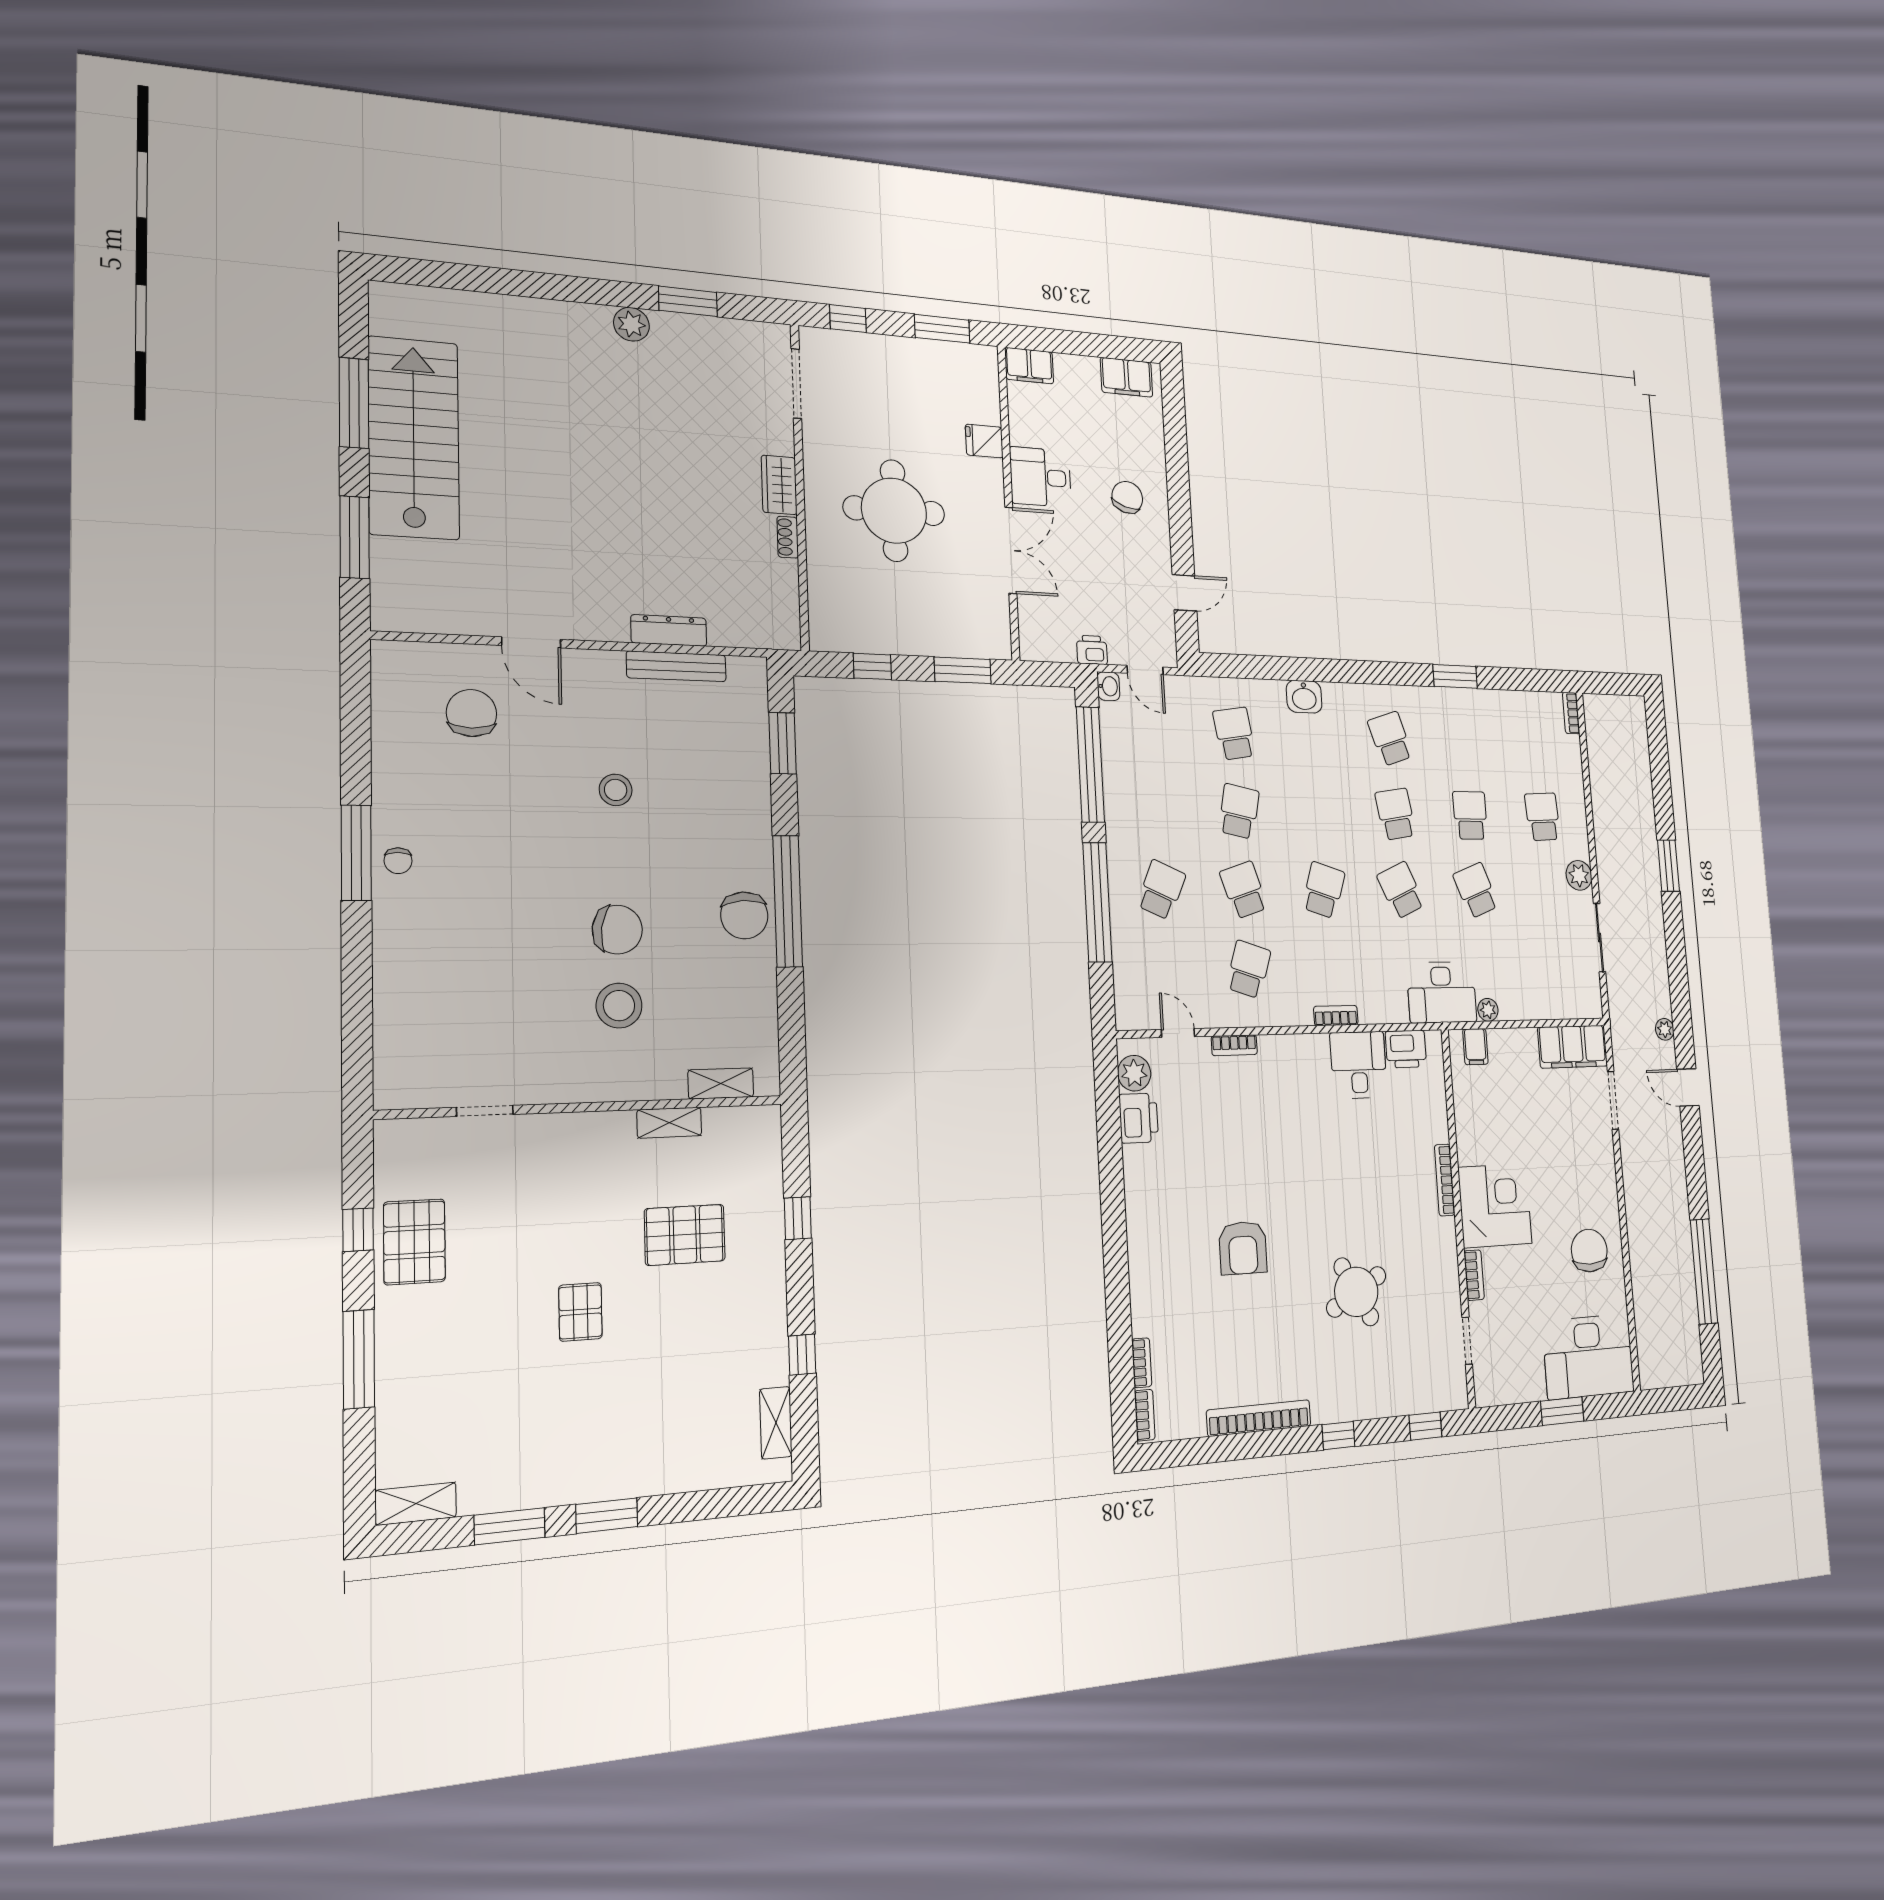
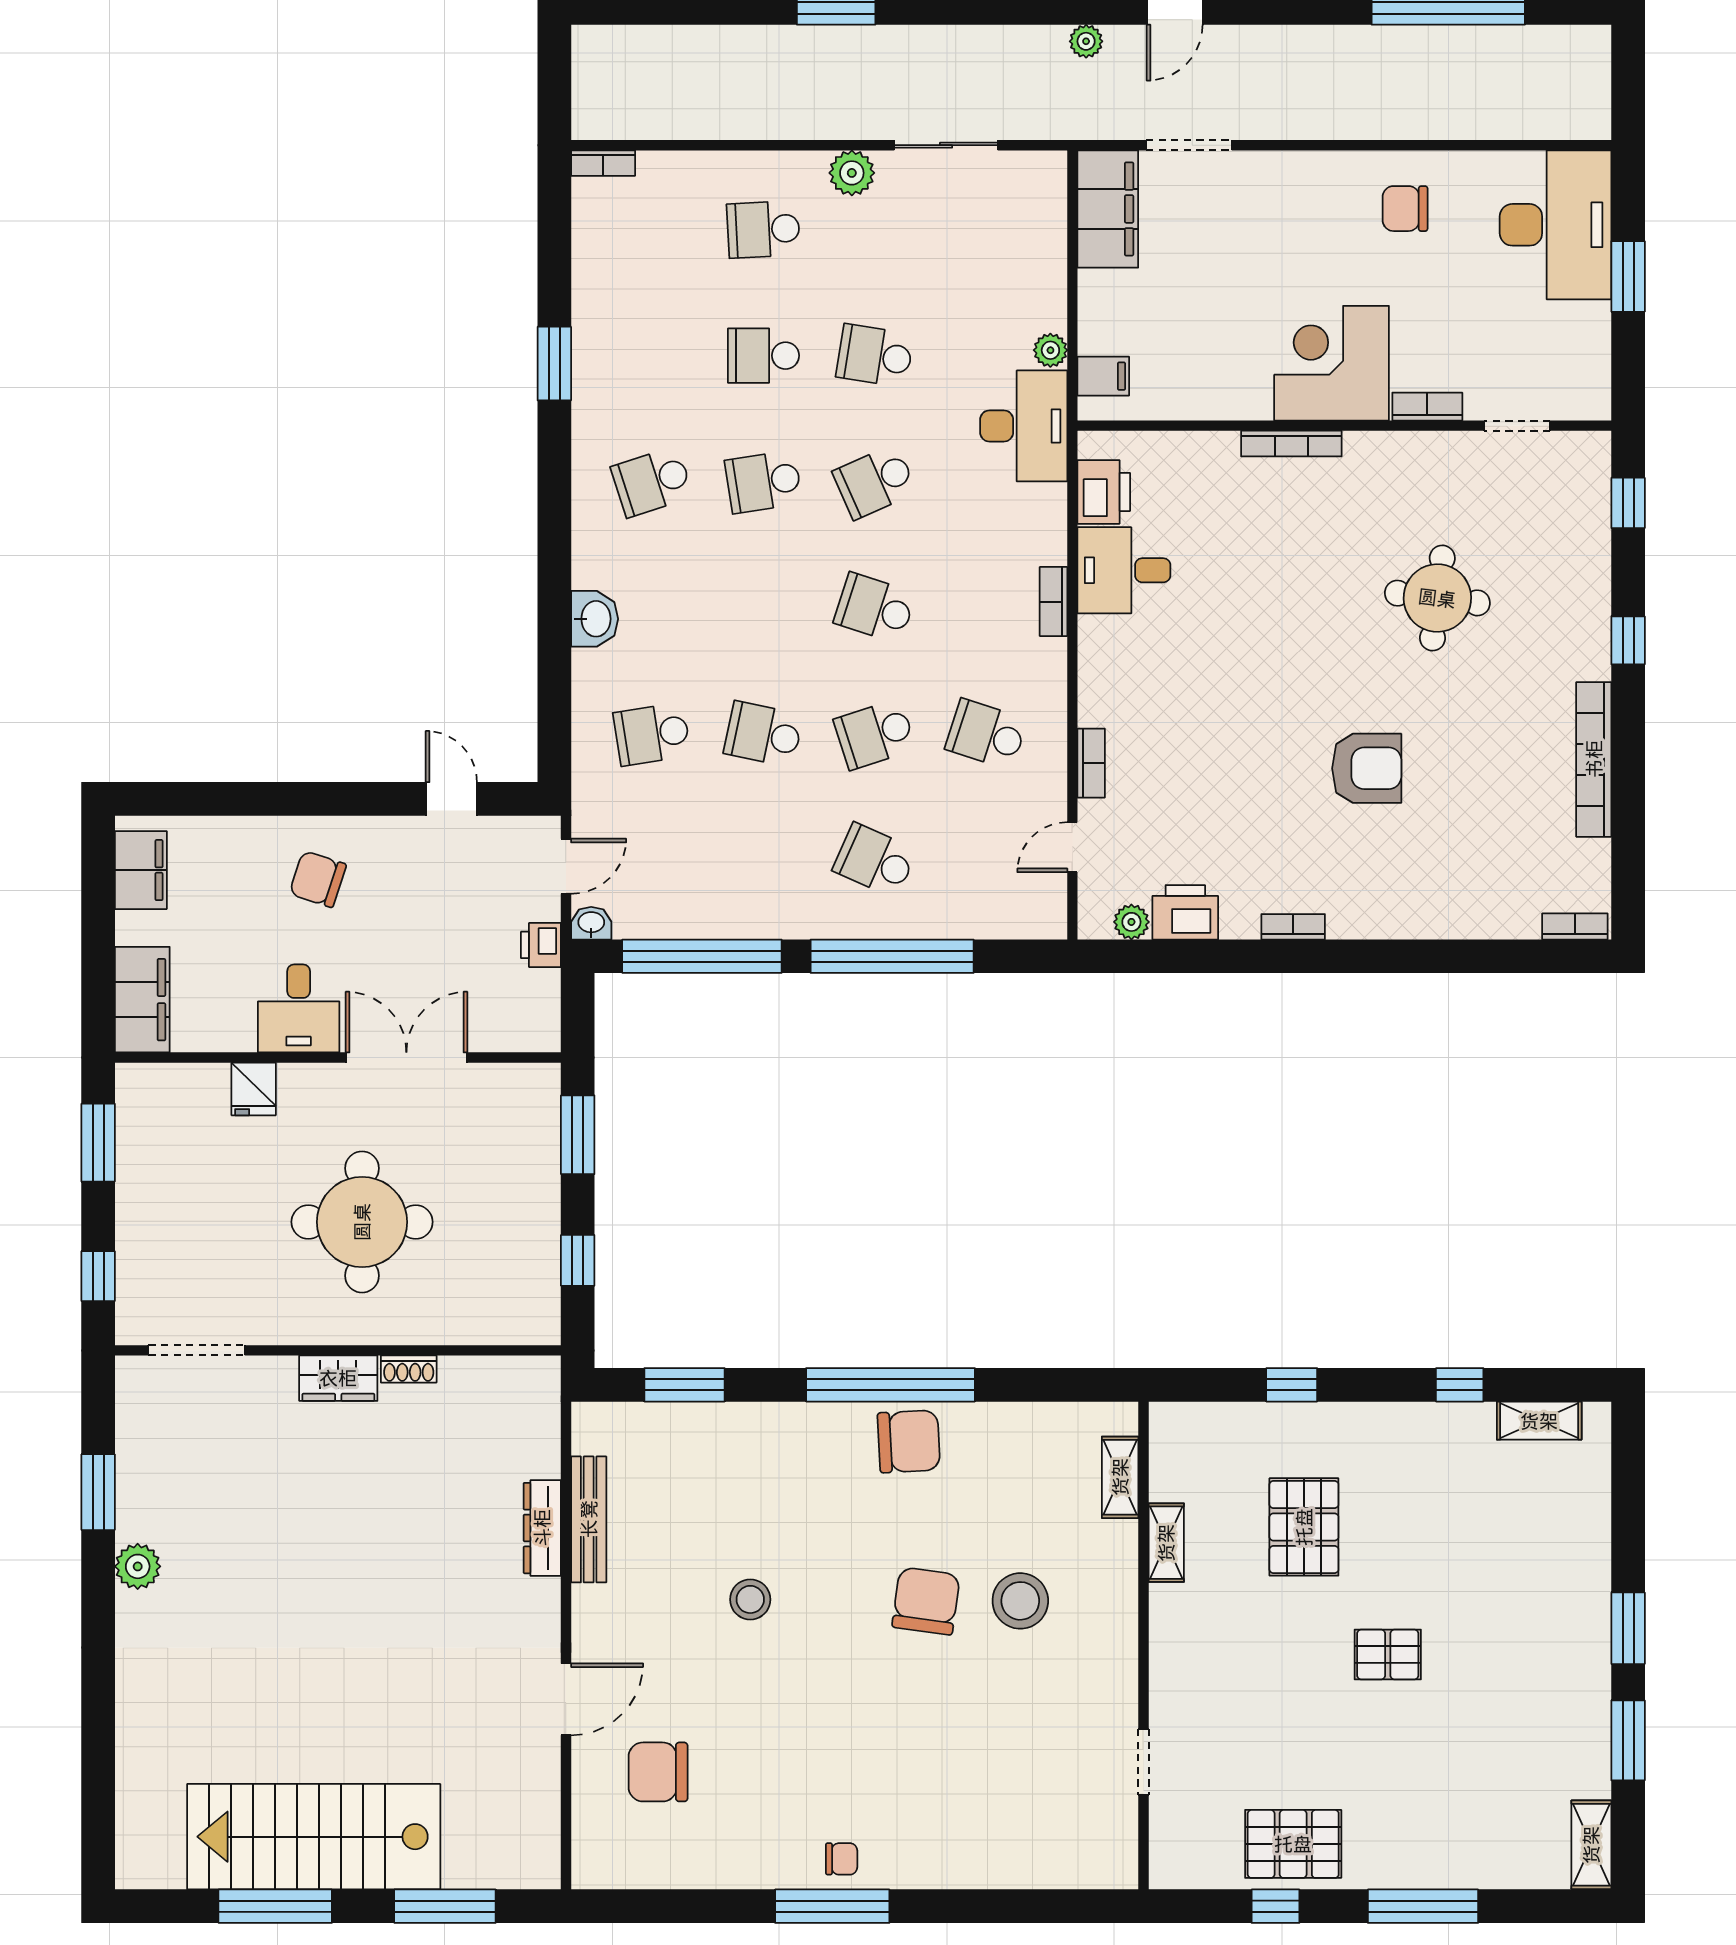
filing cabinet: (1029, 366) -> (142, 1000), width x1.50, depth x1.17
school desk: (1476, 890) -> (875, 356), turned 30
plant: (1134, 1073) -> (1131, 922), width x0.73, depth x0.73
chair: (1589, 1251) -> (1405, 209), width x0.73, depth x0.73
round table: (1356, 1292) -> (1437, 598), turned 36
bookcase: (1142, 1363) -> (1293, 927), moved

